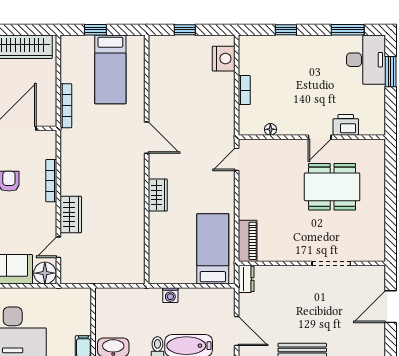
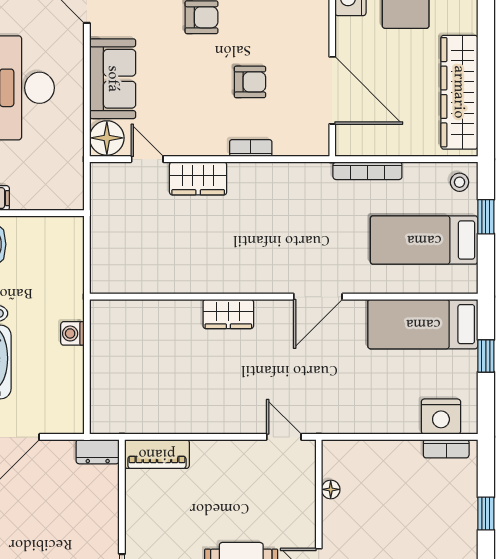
stool: (73, 47) -> (459, 182), added
bookcase: (244, 90) -> (446, 449), moved
bookcase: (51, 181) -> (251, 148), width x0.64
bed: (213, 249) -> (423, 324), moved, turned 180

